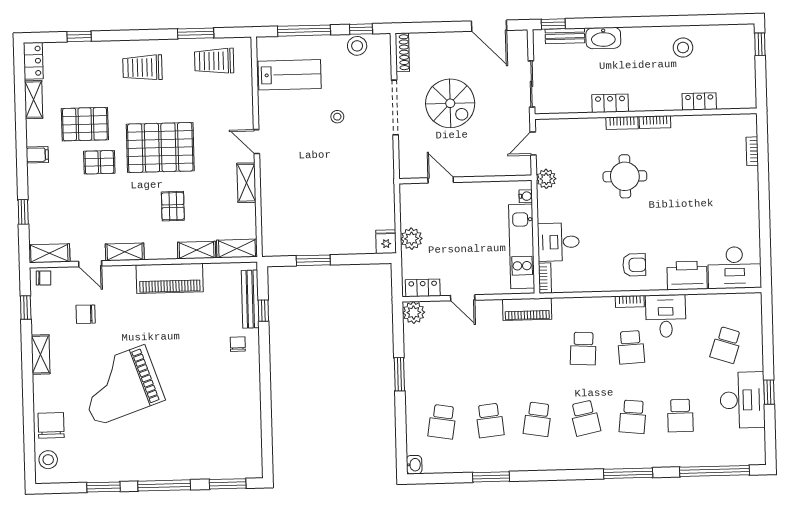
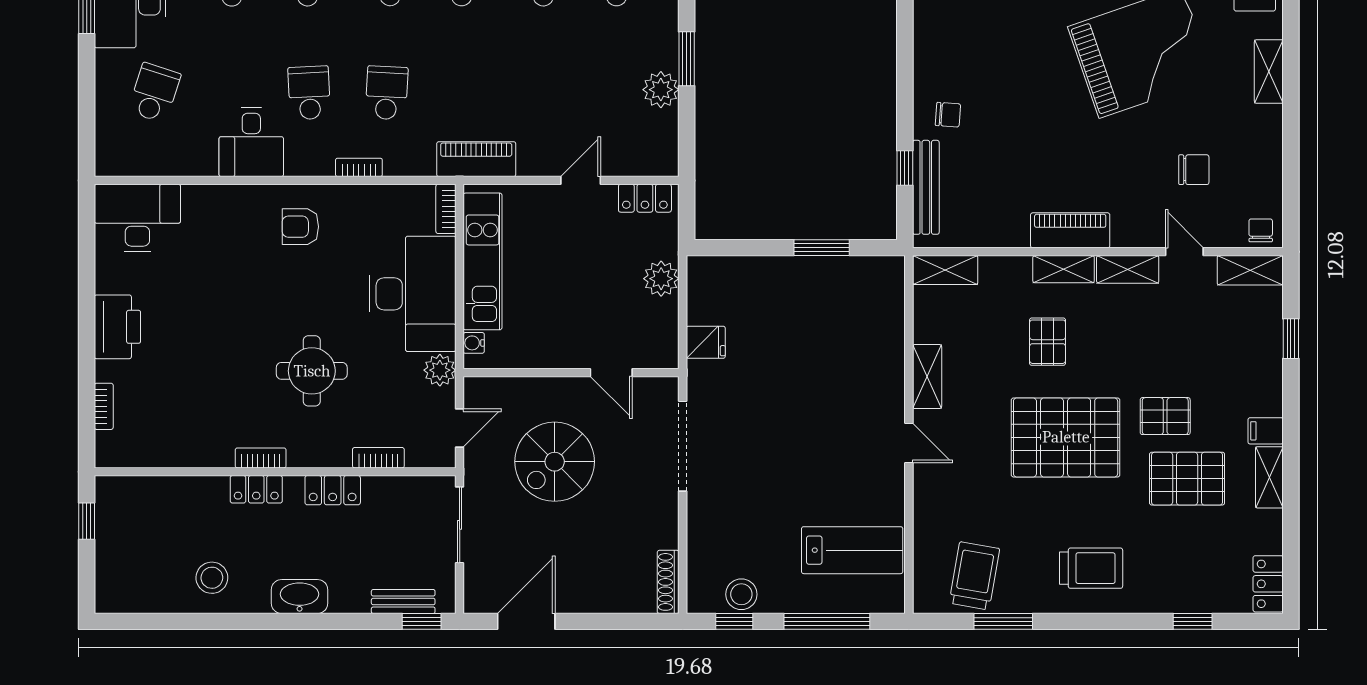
door: (489, 26) -> (526, 621), hinge flipped
washbasin: (603, 38) -> (300, 597), moved
window: (760, 44) -> (87, 521), moved
trolley: (214, 61) -> (974, 576), turned -80
lab bench: (290, 75) -> (852, 550), turned 180
shelving: (34, 100) -> (1269, 477), moved
locker: (699, 102) -> (256, 489), moved
spiral stairs: (450, 103) -> (555, 462), moved, turned -90
doorway: (395, 107) -> (683, 446), moved
stool: (337, 117) -> (776, 480), removed
bookcase: (622, 123) -> (378, 458), moved
fridge: (386, 242) -> (706, 342), moved, turned -90
desk: (558, 242) -> (413, 294), width x1.87, depth x1.30
shelving: (197, 250) -> (1064, 269), moved
printer: (687, 275) -> (117, 327), moved, turned -90
chair: (44, 278) -> (1261, 230), turned 88
piano: (170, 278) -> (1070, 230), width x0.73, depth x0.75
door: (463, 298) -> (581, 180), hinge flipped
bookcase: (630, 301) -> (359, 167), moved
window: (26, 308) -> (1291, 183), removed
plant: (414, 313) -> (661, 90), moved
chair: (238, 344) -> (948, 115), turned -86
shelving: (41, 354) -> (1269, 72), moved

